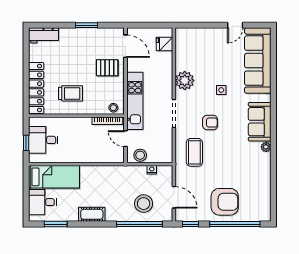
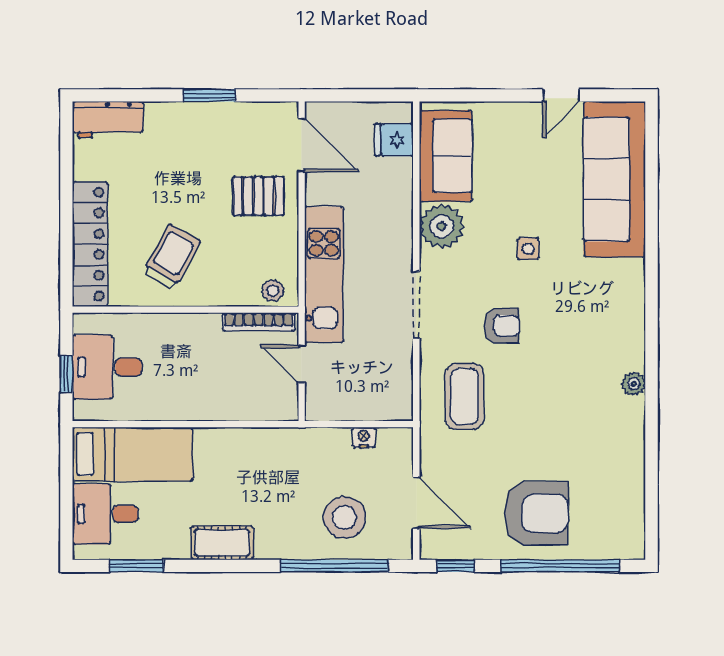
trolley: (70, 93) -> (171, 257), turned -61
sofa: (260, 122) -> (446, 156), moved, turned 180
stool: (140, 155) -> (336, 403), removed

